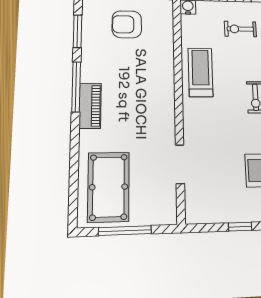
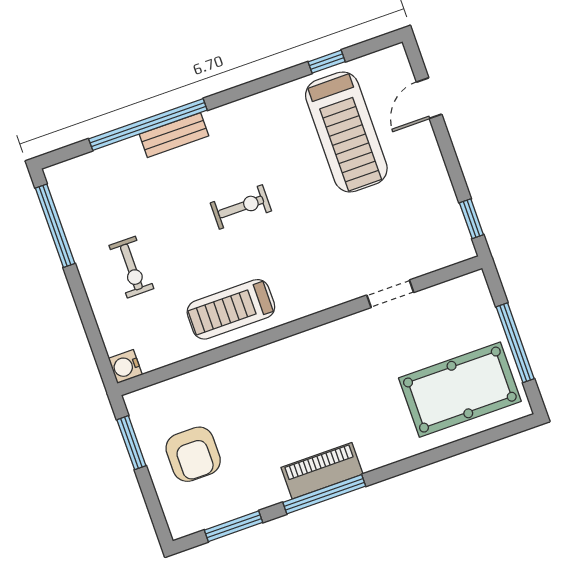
piano: (90, 106) -> (322, 471), moved
doorway: (180, 164) -> (390, 294), width x0.73
window: (240, 227) -> (471, 219), moved

